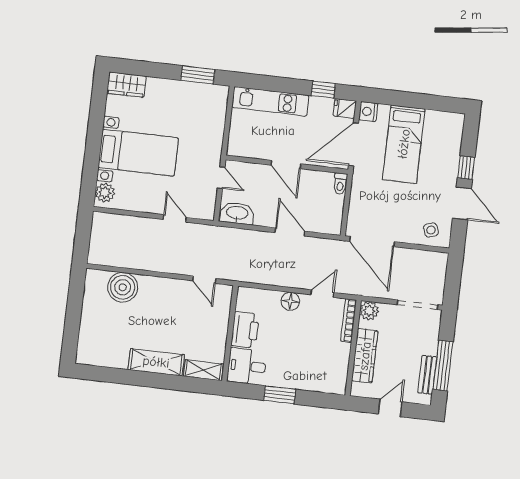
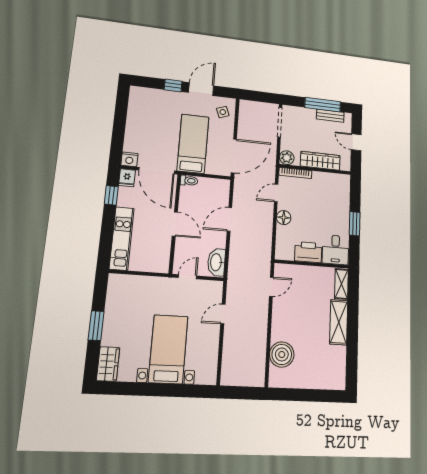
window: (198, 75) -> (96, 326), moved
bed: (404, 144) -> (193, 144), moved, turned -90
door: (286, 164) -> (175, 224), hinge flipped
plant: (105, 193) -> (204, 376), removed
door: (322, 294) -> (276, 193), hinge flipped

